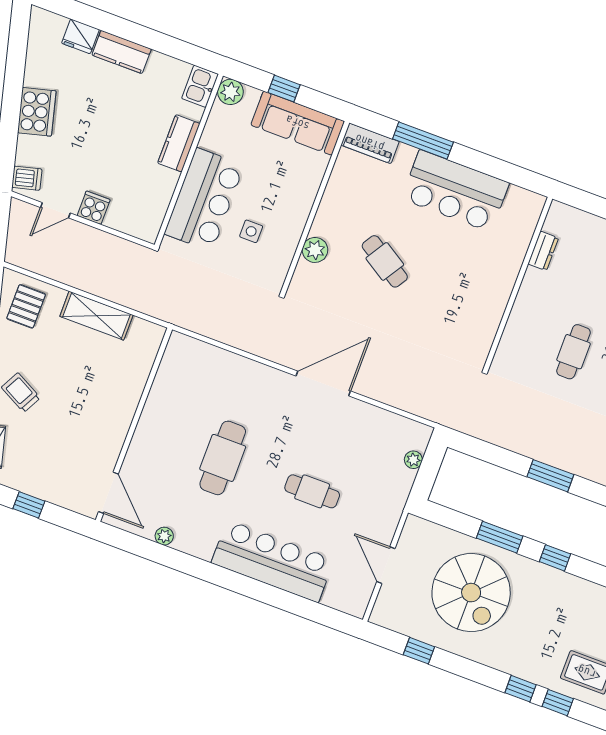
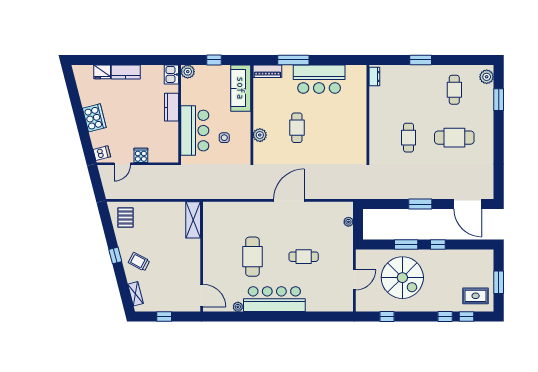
sofa: (298, 123) -> (241, 88), moved, turned 90
dresser: (543, 251) -> (374, 77), moved
cafe table: (385, 261) -> (297, 128), turned 58
shelving: (96, 316) -> (193, 220), moved, turned 90
bar counter: (273, 561) -> (274, 299), moved
door: (386, 565) -> (354, 280), swing flipped

